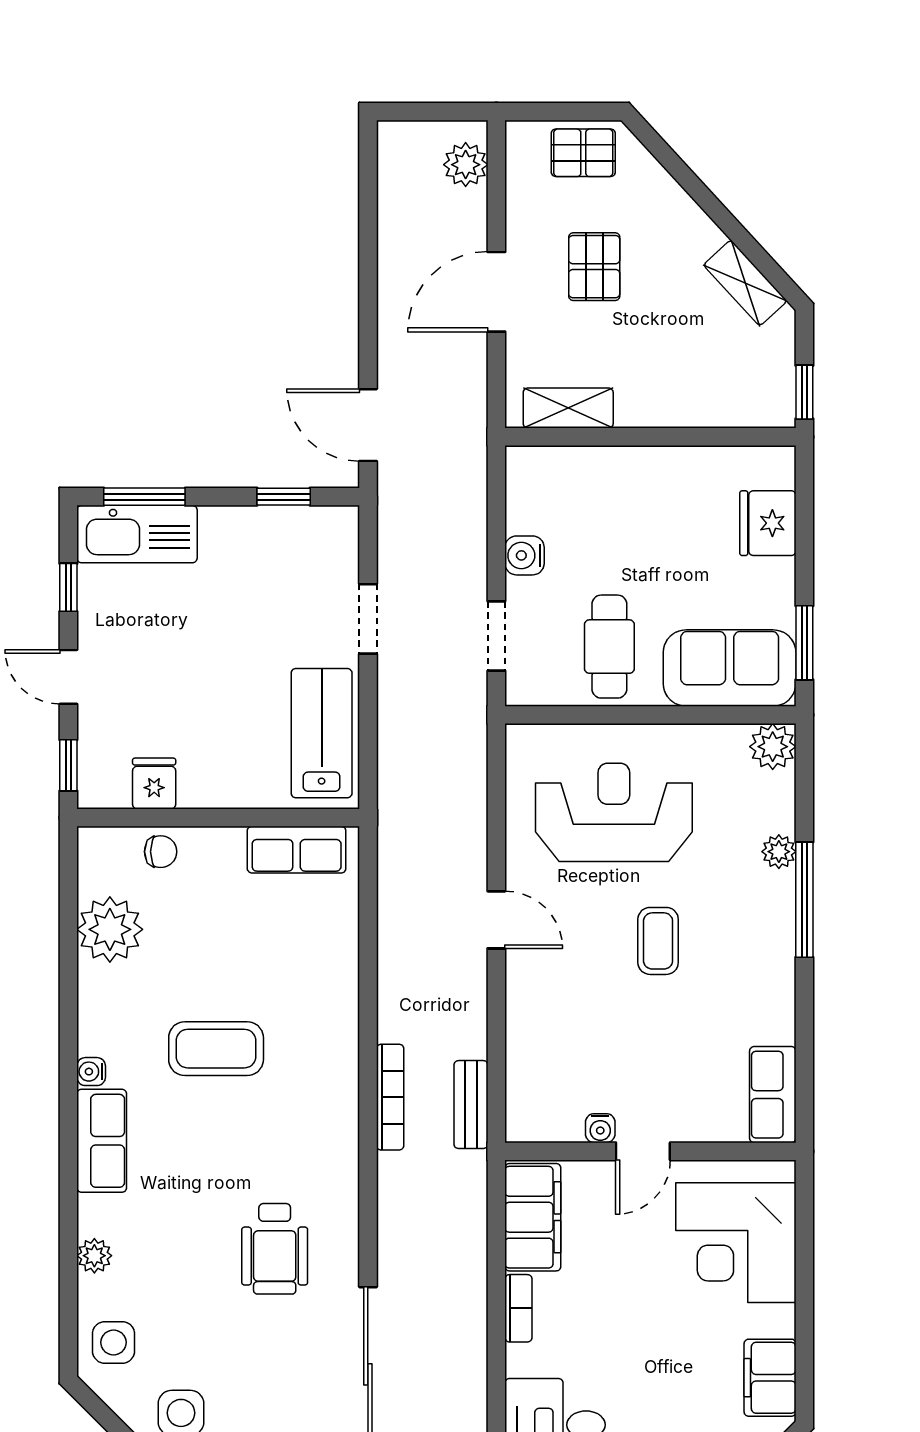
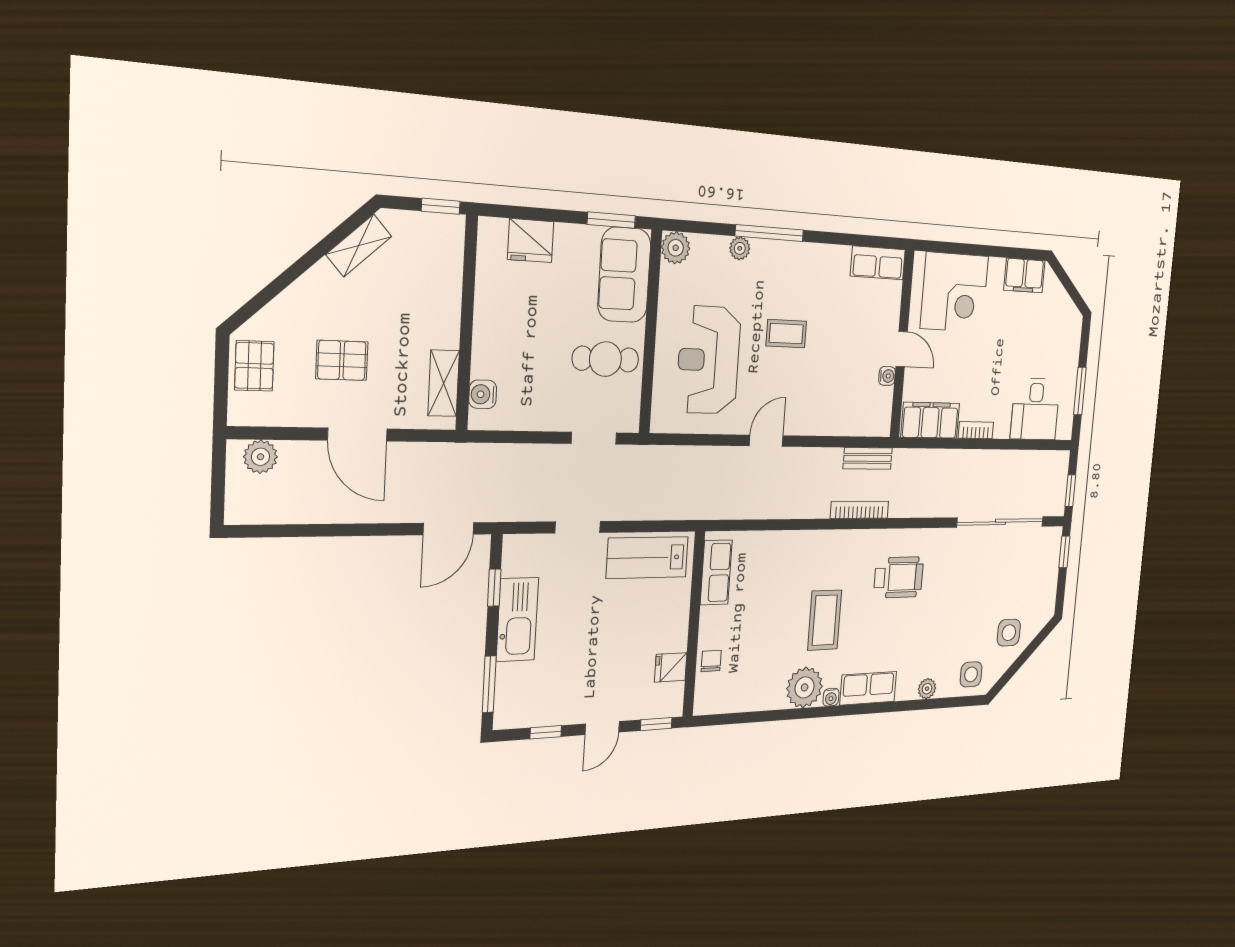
kitchen sink: (137, 534) -> (517, 619), moved
water cooler: (524, 555) -> (483, 394), moved, turned 90
plant: (110, 929) -> (805, 687), moved
wheelchair: (275, 1249) -> (899, 577), moved

